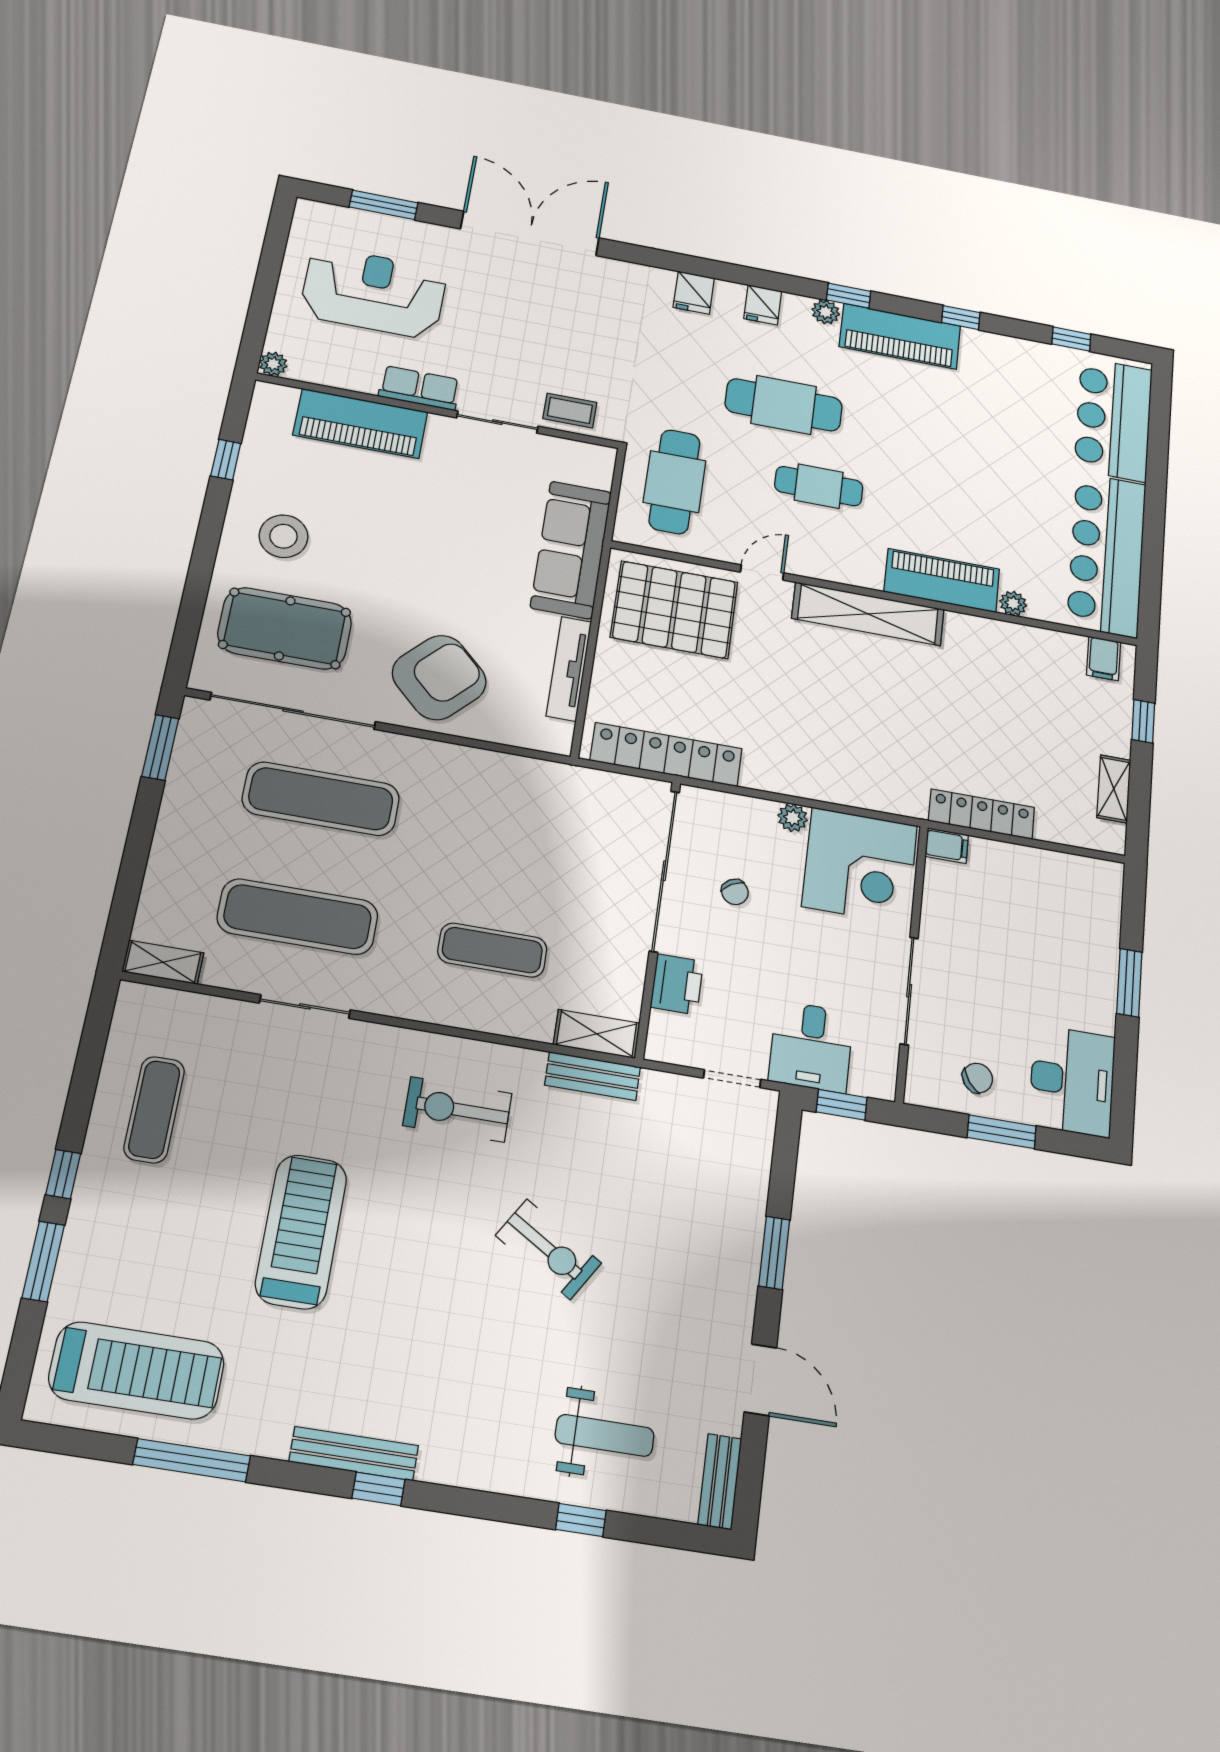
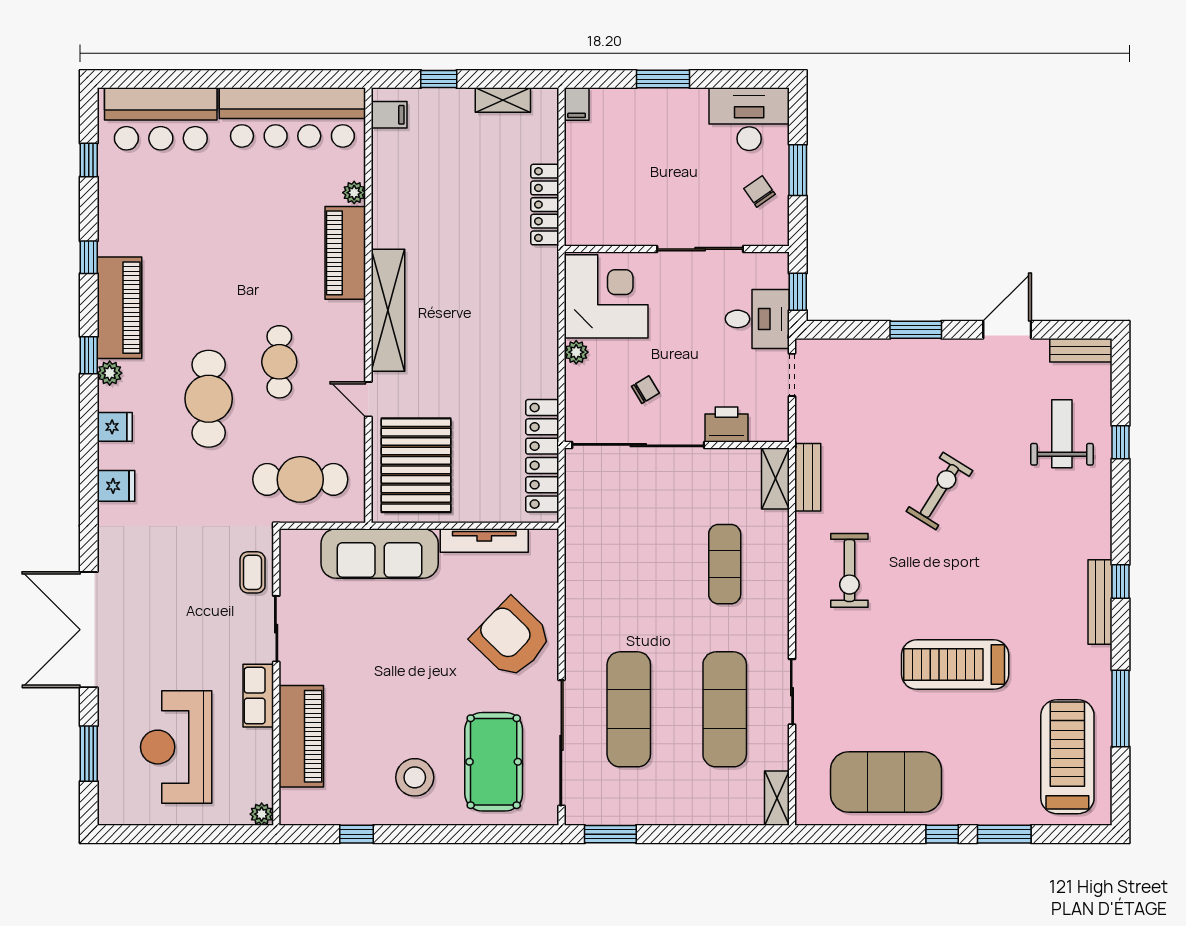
filing cabinet: (947, 846) -> (577, 104), moved, turned 180
exercise mat: (154, 1110) -> (886, 782), width x2.00, depth x1.45

